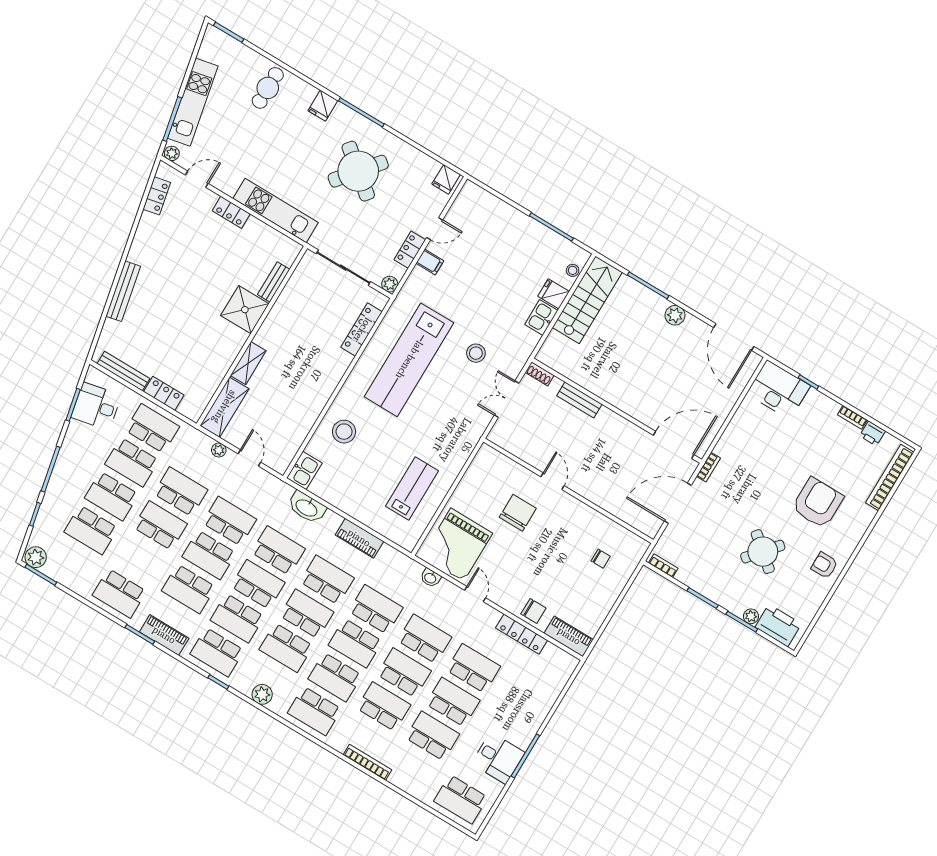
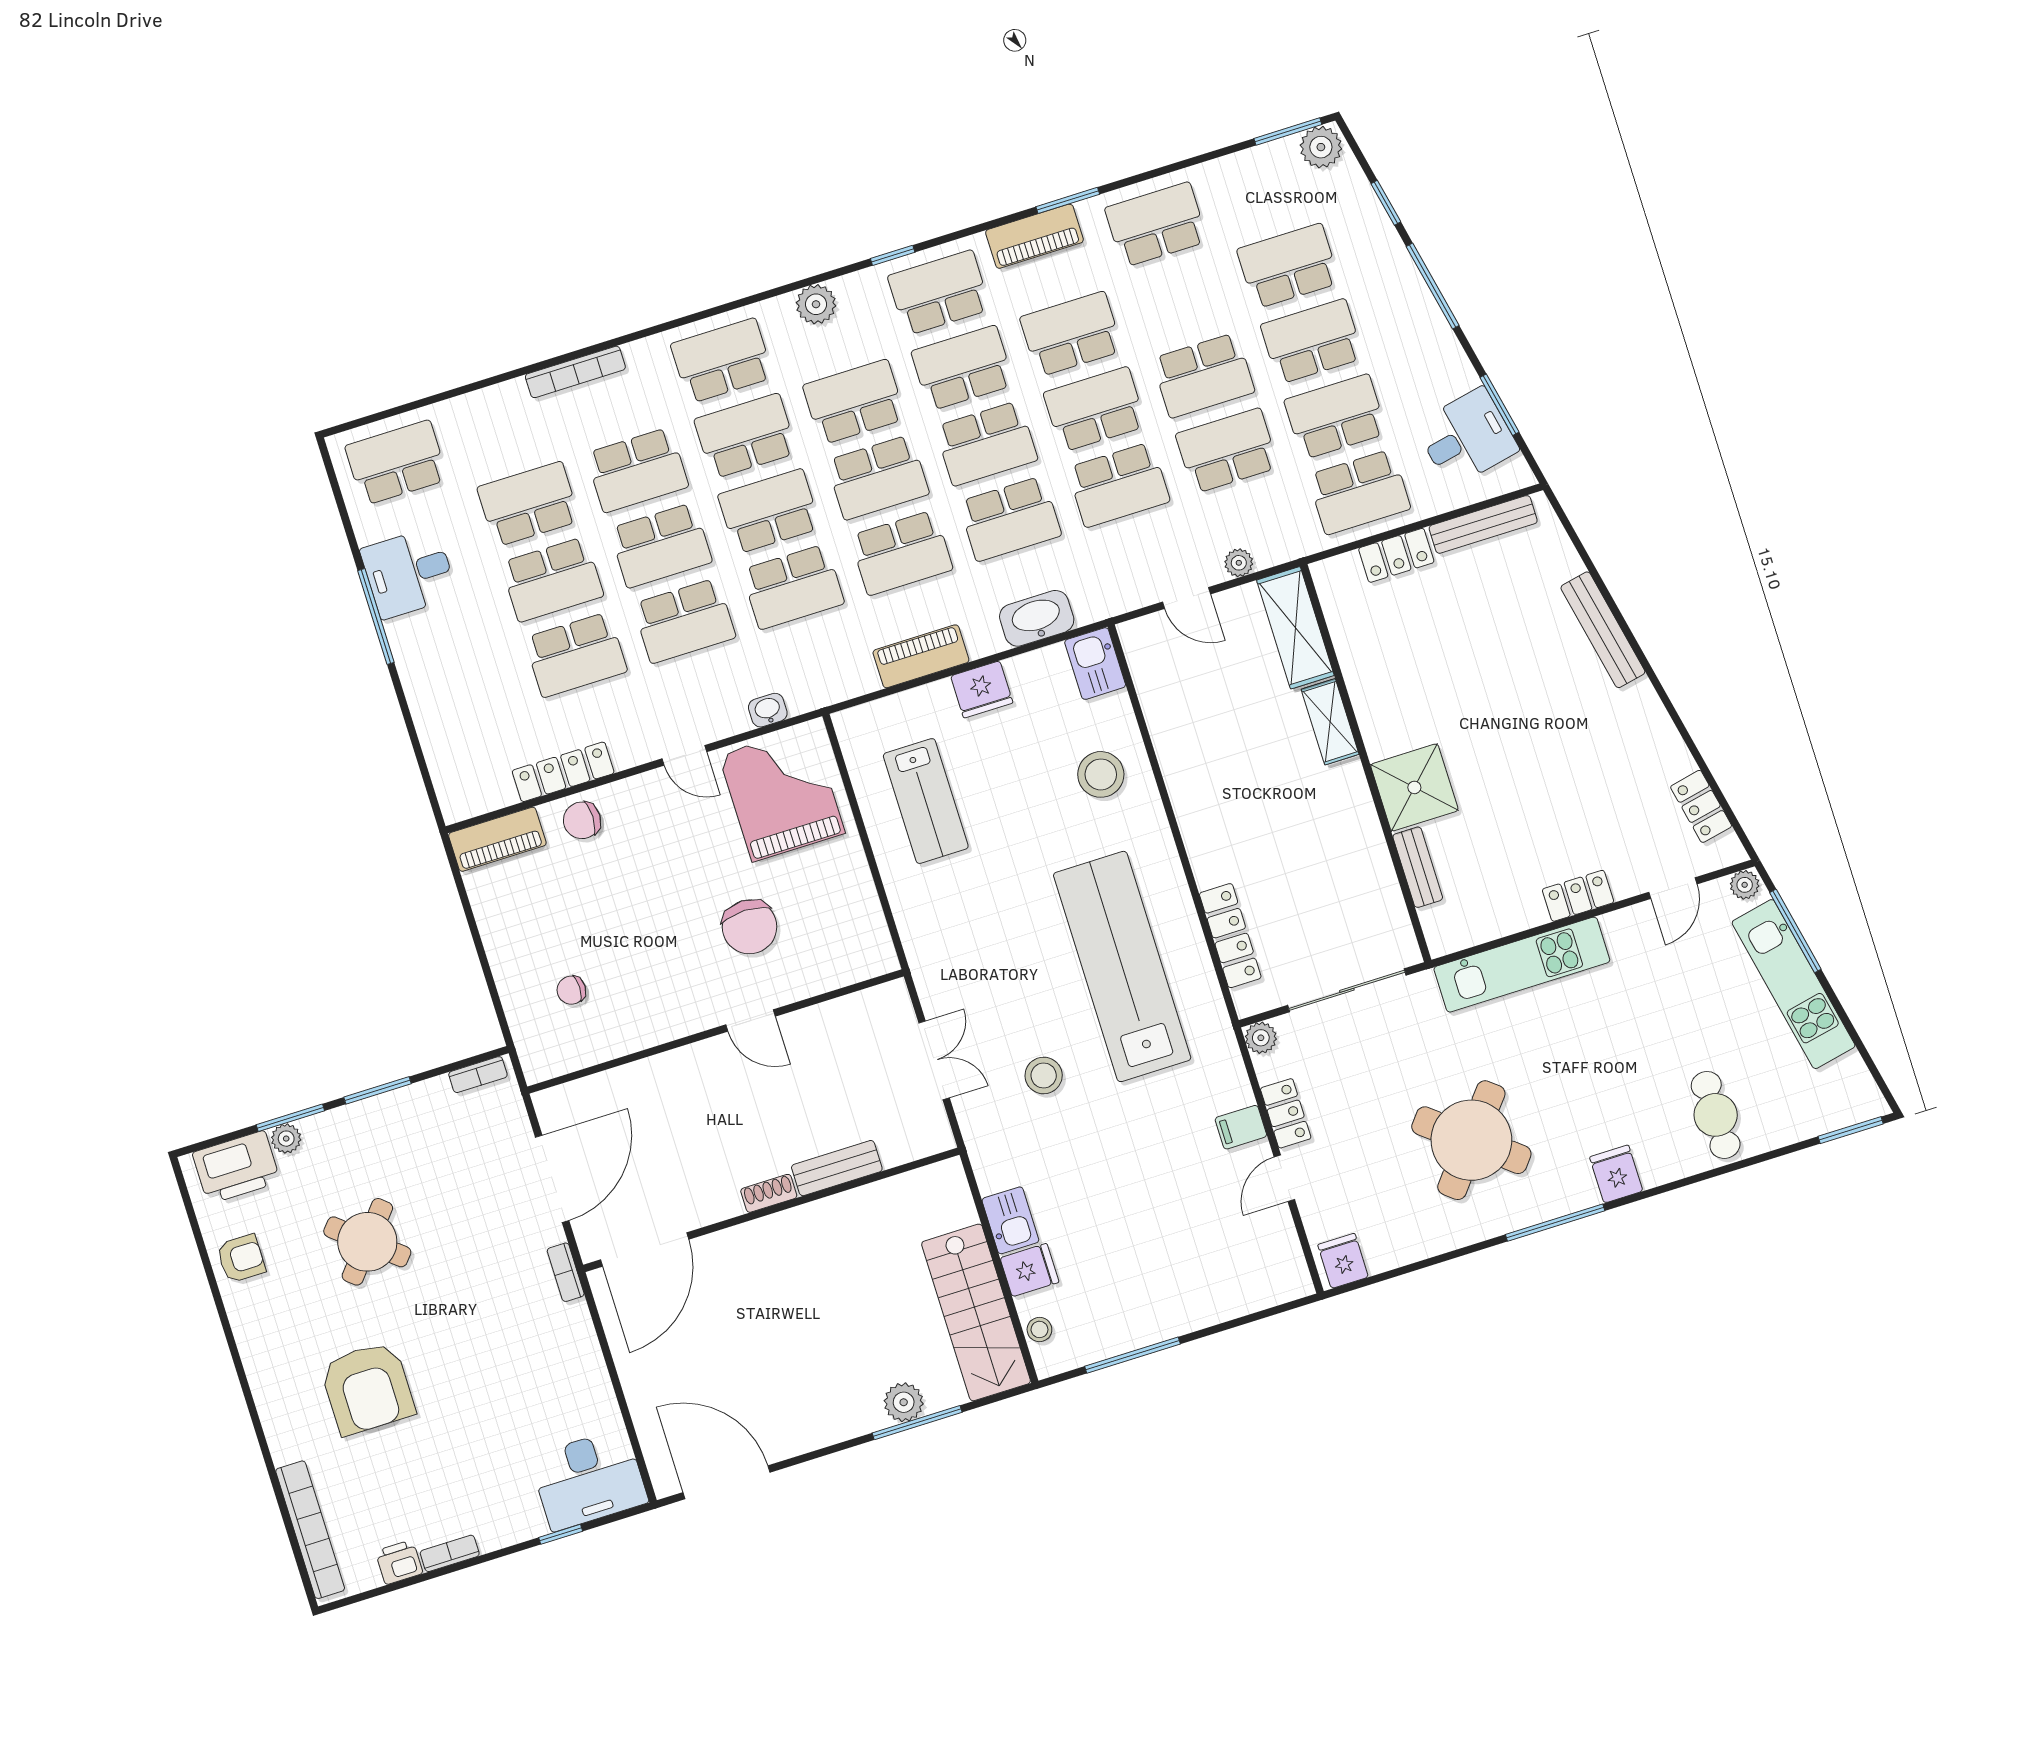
plant: (675, 315) -> (904, 1402), moved
shoe rack: (540, 374) -> (769, 1193), moved
school desk: (181, 492) -> (1227, 451), turned 180
fridge: (352, 504) -> (982, 689), added
armchair: (824, 565) -> (241, 1258), moved
school desk: (433, 736) -> (529, 504), turned 180

